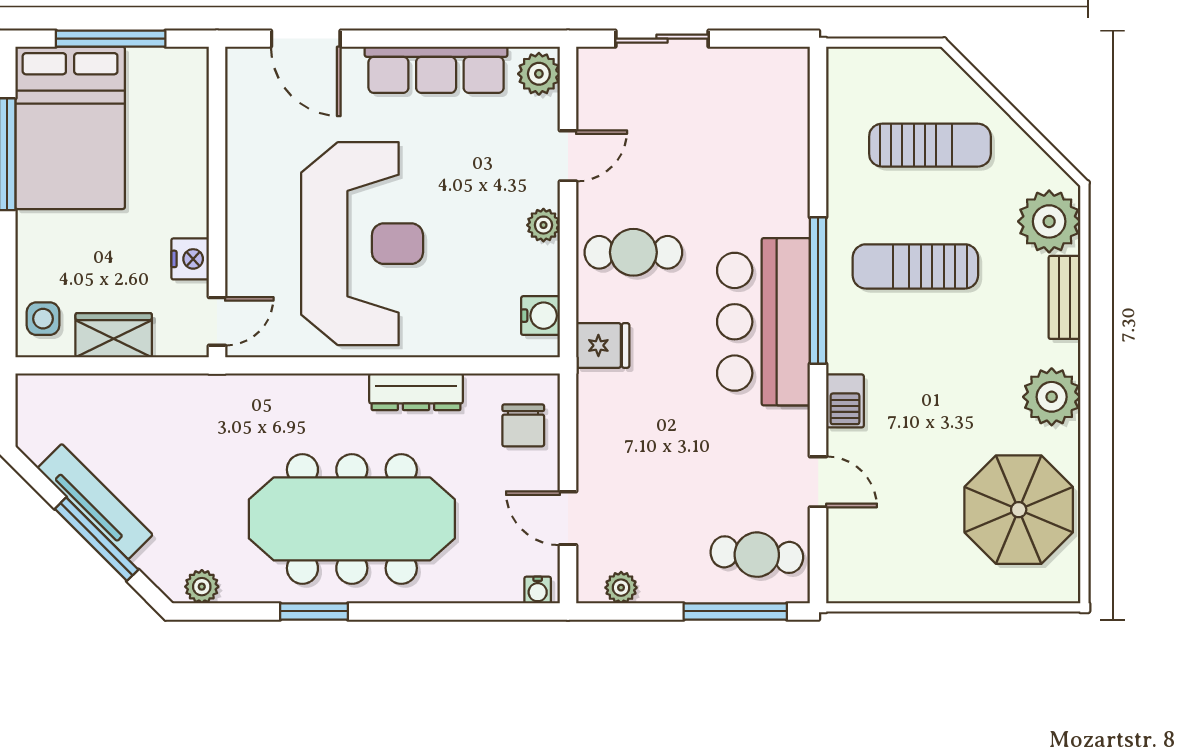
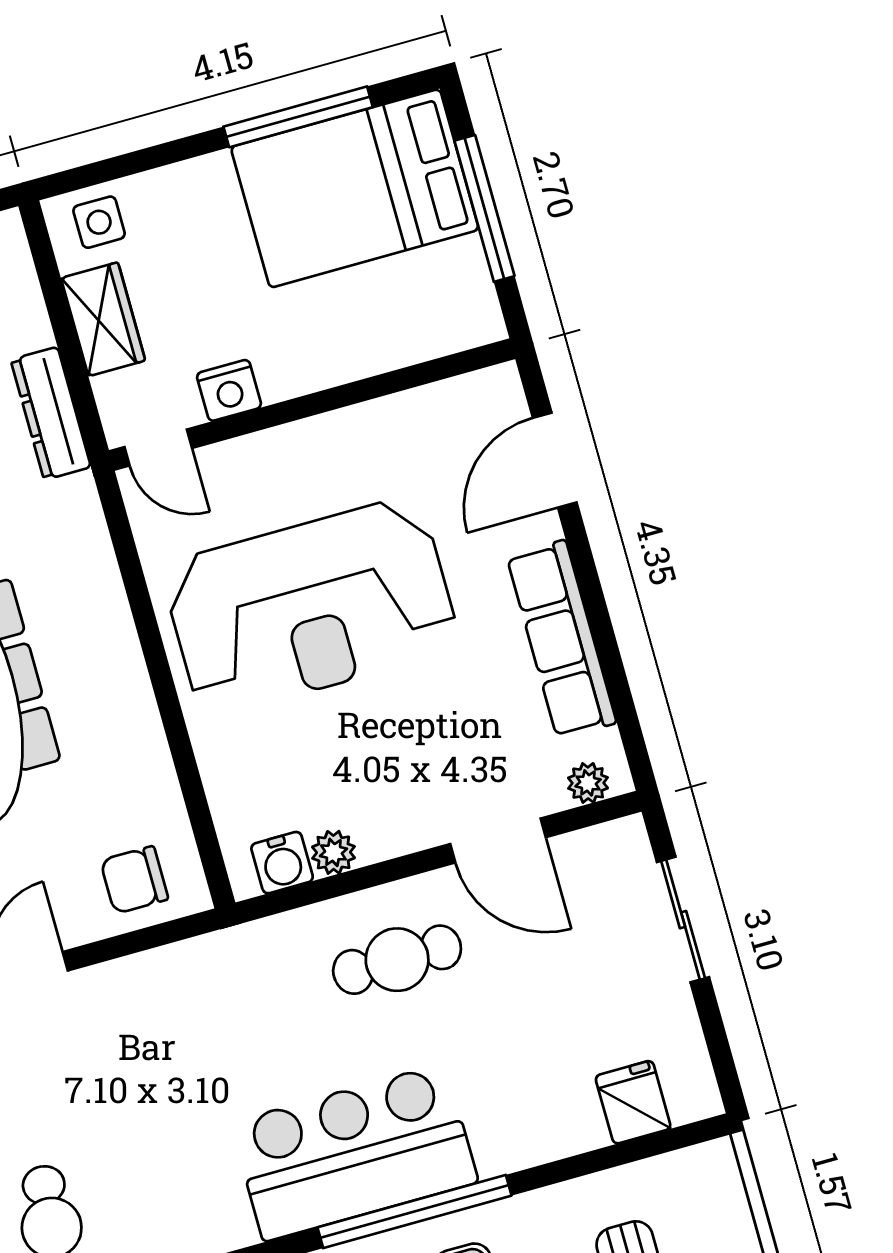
plant: (539, 74) -> (588, 783), width x0.73, depth x0.73
door: (568, 156) -> (498, 841), width x1.38
plant: (543, 225) -> (333, 852), moved
cafe table: (633, 252) -> (397, 960), turned 90
fridge: (603, 345) -> (633, 1102), moved, turned 180
dresser: (416, 392) -> (51, 413), moved

